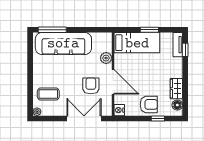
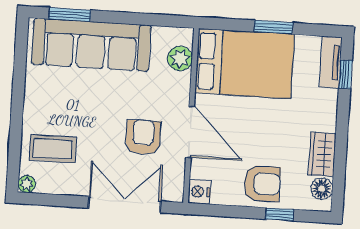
window: (52, 30) -> (70, 14), width x0.69
bed: (137, 43) -> (245, 64), width x1.50
plant: (106, 58) -> (180, 58), moved

